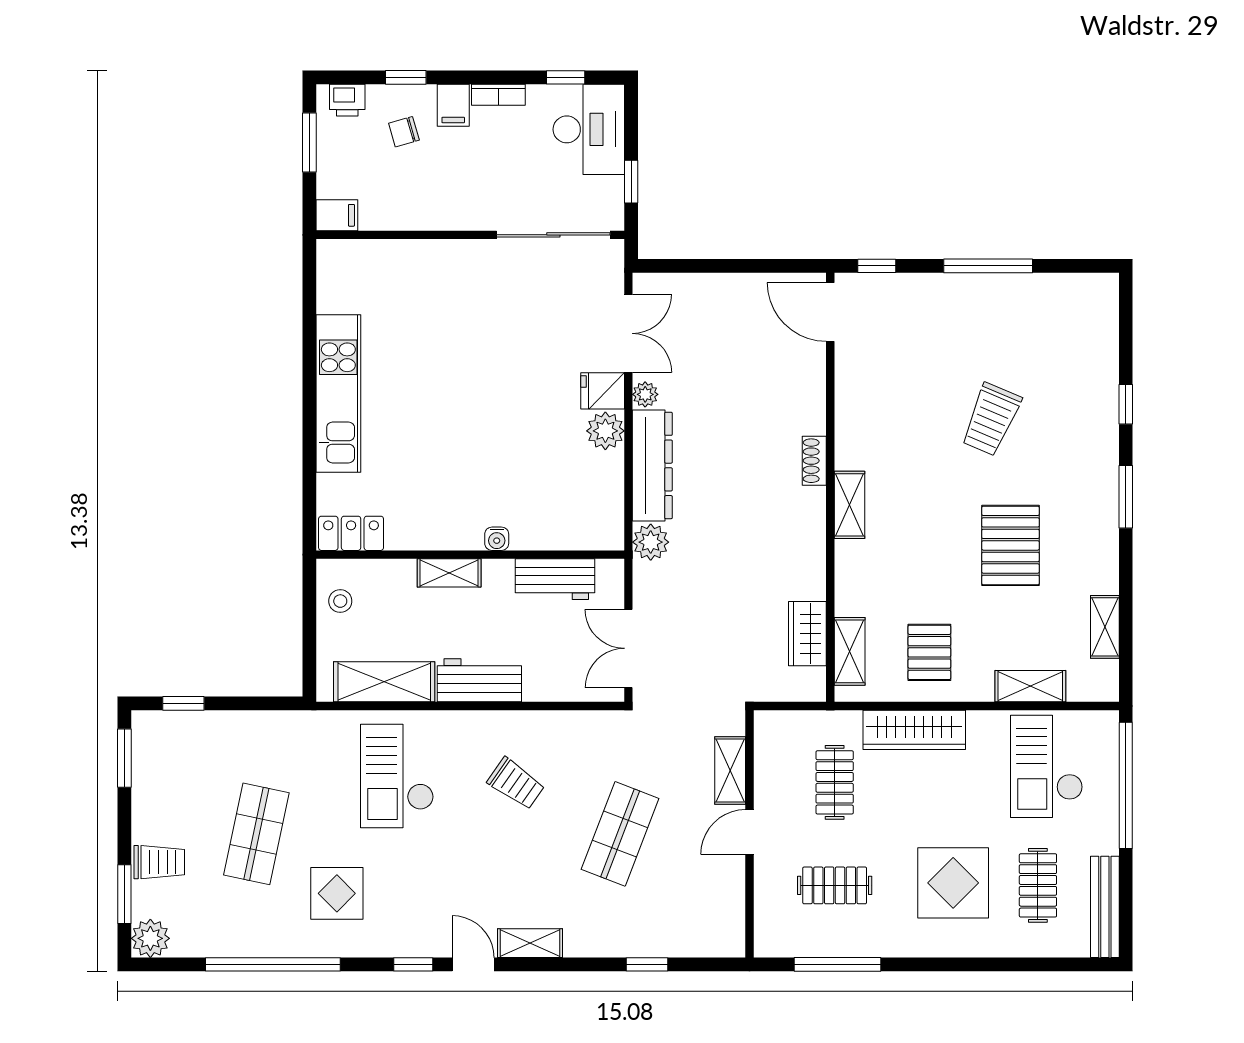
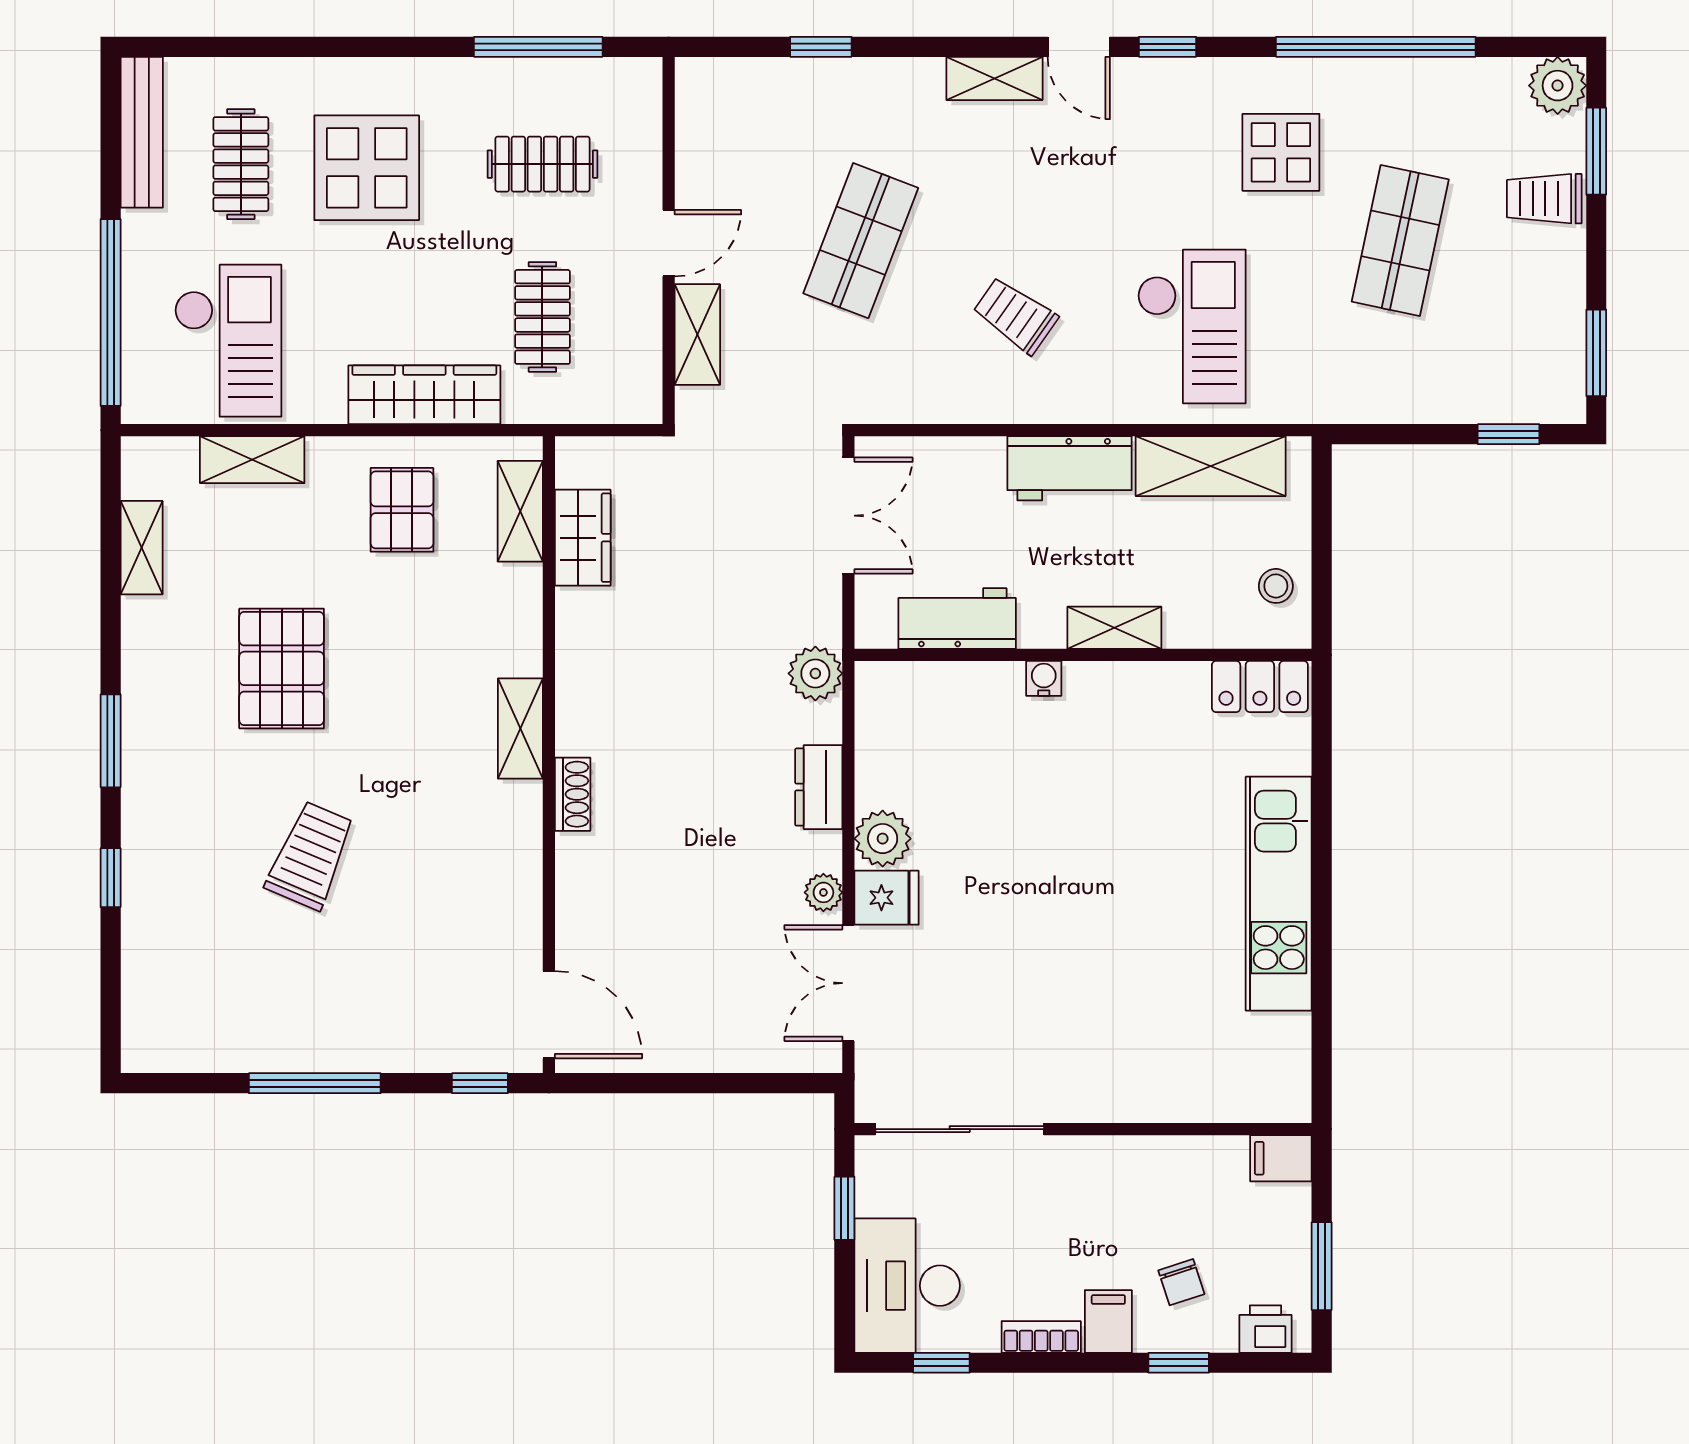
chair: (404, 132) -> (1181, 1282), turned 88
dresser: (652, 465) -> (819, 787), width x0.51, depth x0.80

